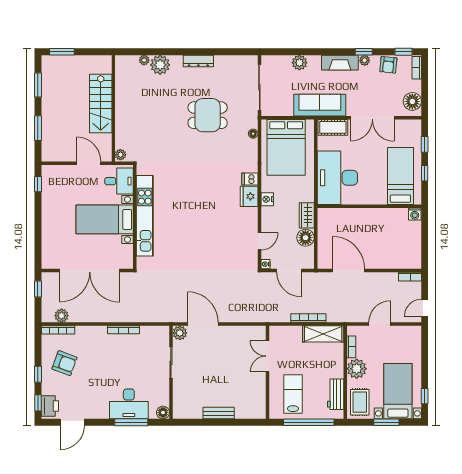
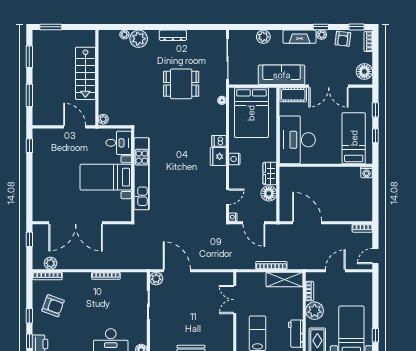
desk: (119, 181) -> (119, 143), moved
kitchen unit: (145, 216) -> (142, 174), moved
wall: (135, 217) -> (133, 175), moved
bed with nightstands: (105, 219) -> (106, 177), moved

